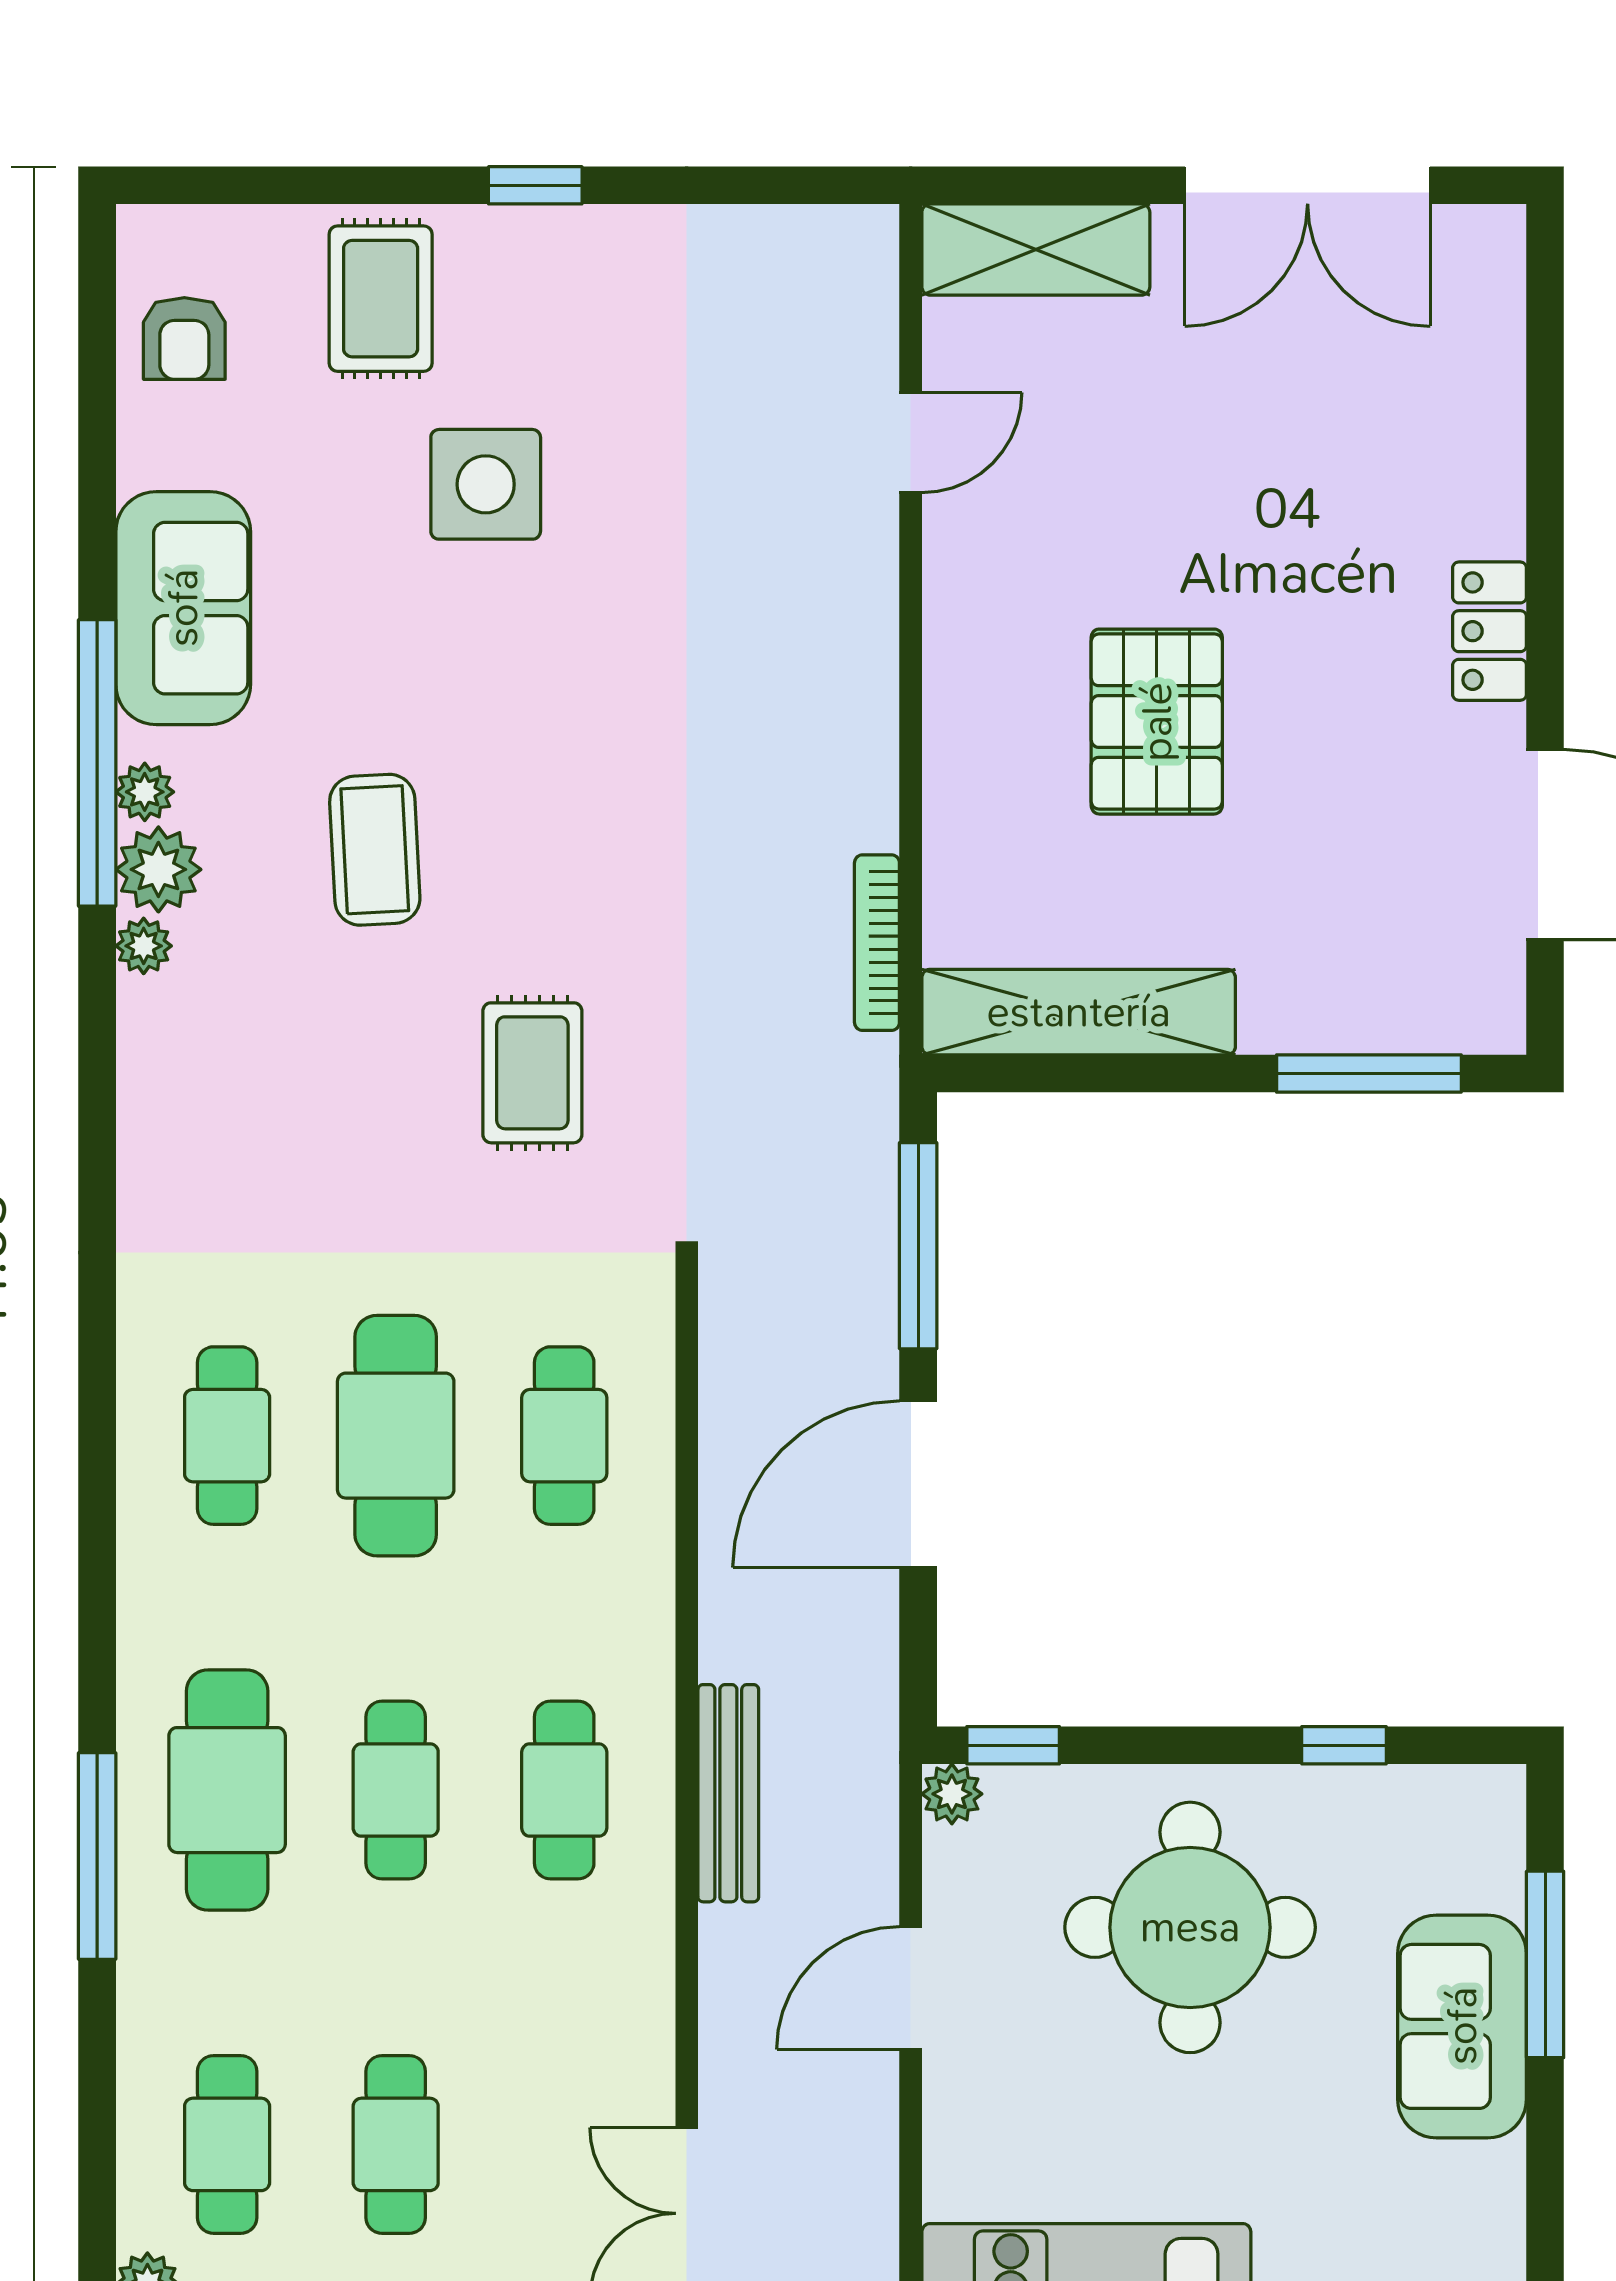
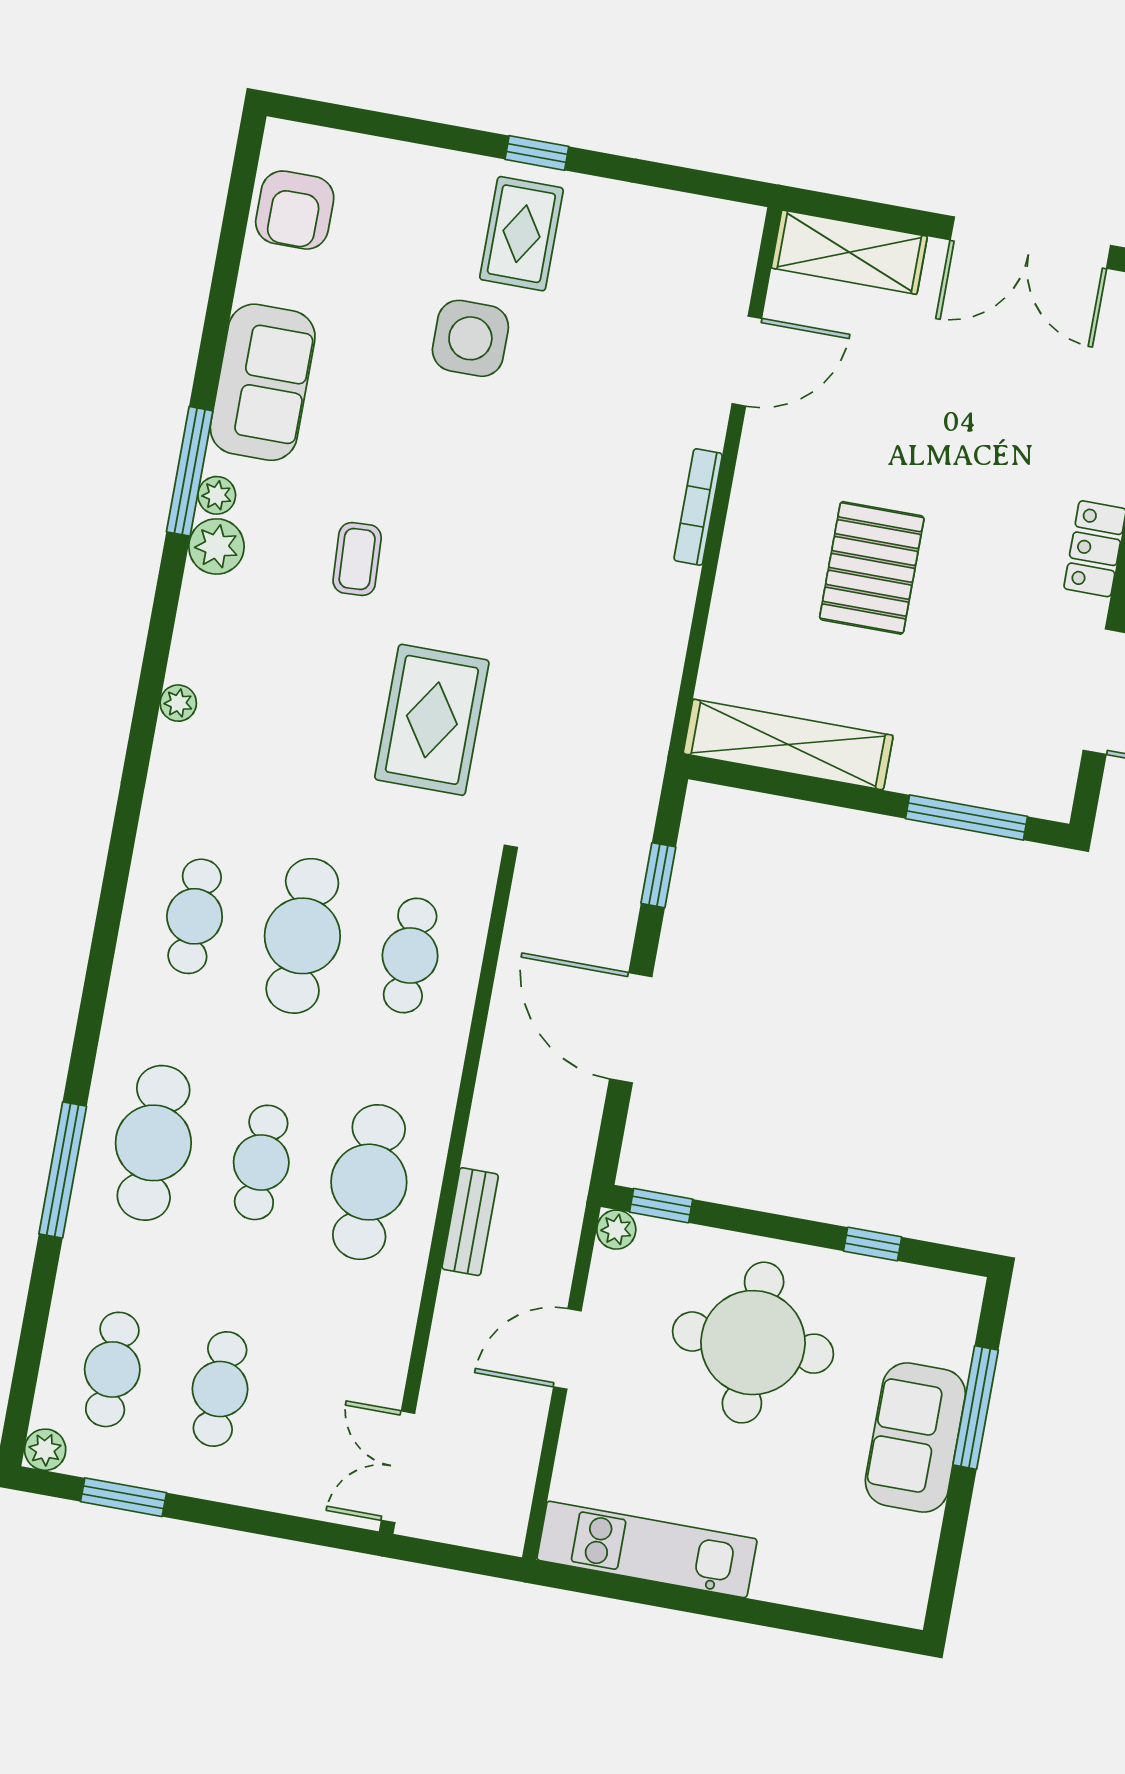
rug: (381, 299) -> (521, 234), moved
armchair: (184, 338) -> (295, 210), width x1.38, depth x1.38
door: (911, 443) -> (747, 361), width x1.38
window: (97, 763) -> (190, 471), width x0.68
coffee table: (375, 850) -> (357, 559), width x0.73, depth x0.77
bookcase: (877, 943) -> (698, 507), moved
plant: (144, 946) -> (178, 703), moved
rug: (532, 1073) -> (432, 720), width x1.36, depth x1.43
window: (918, 1246) -> (658, 875), width x0.46
door: (918, 1484) -> (631, 1028), hinge flipped
cafe table: (564, 1790) -> (369, 1182), width x1.37, depth x1.35
bench: (728, 1793) -> (470, 1222), width x0.73

